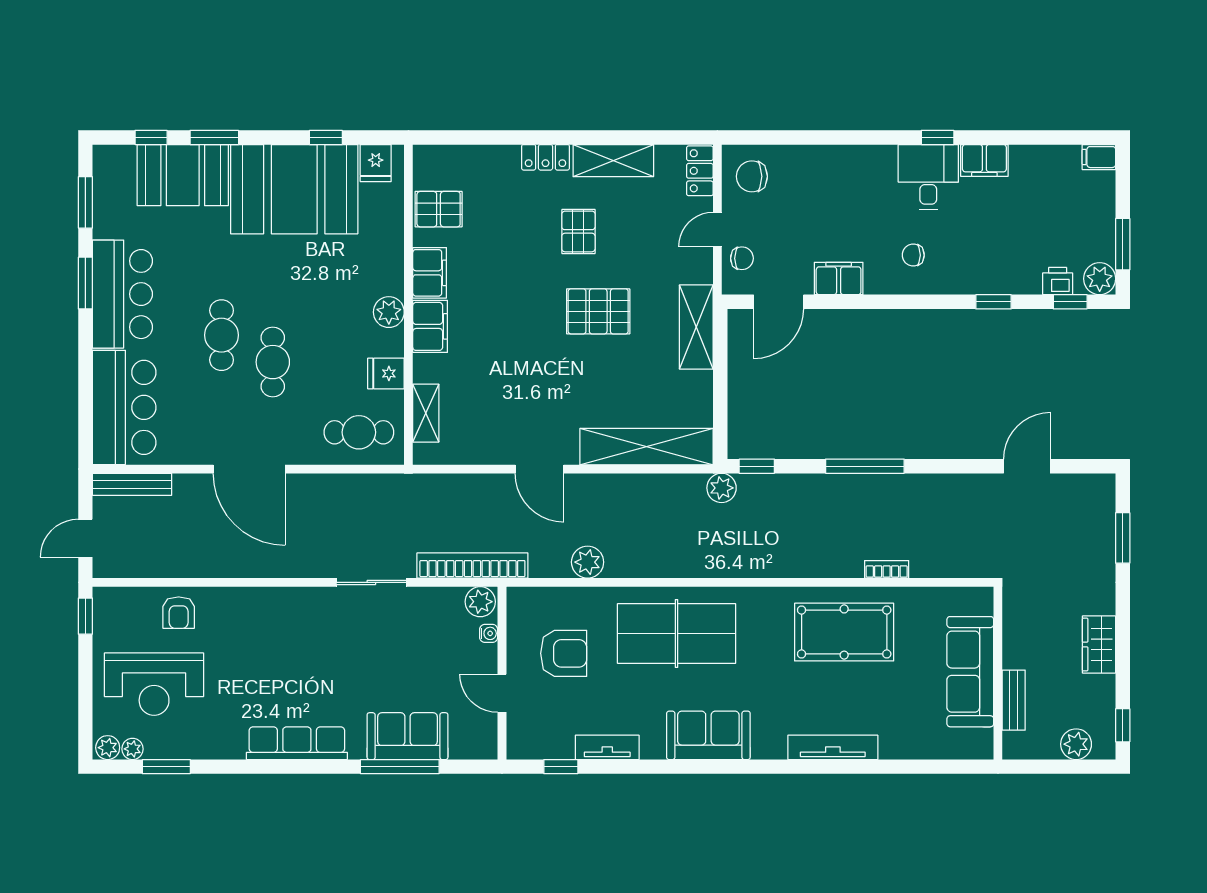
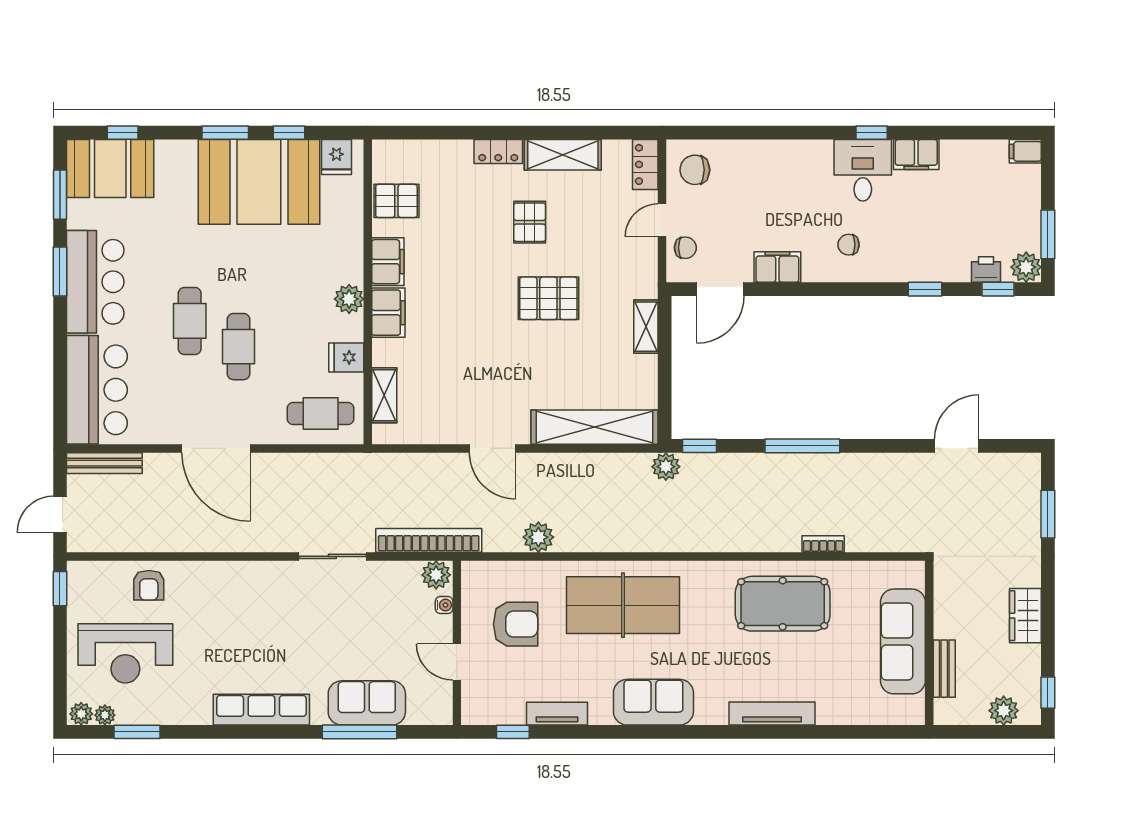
window: (214, 137) -> (225, 133), moved
booth: (183, 175) -> (110, 169), moved
shelving: (696, 327) -> (646, 327), width x0.67, depth x0.75

